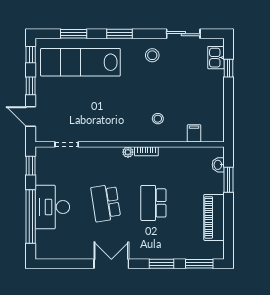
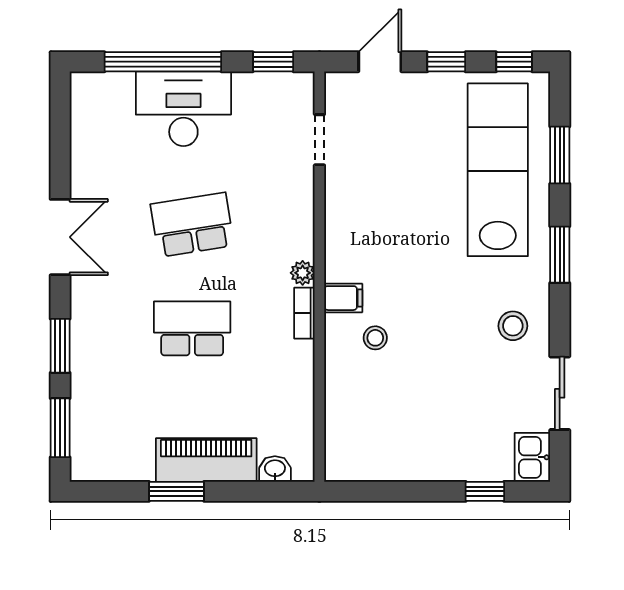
kitchen sink: (216, 58) -> (532, 457), moved, turned -90
filing cabinet: (194, 133) -> (343, 298), moved
window: (229, 180) -> (177, 491), moved
piano: (214, 217) -> (206, 460), moved

